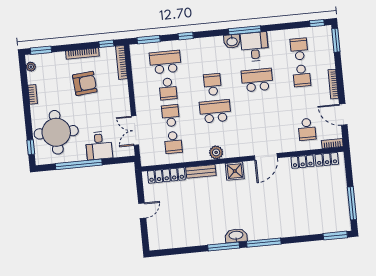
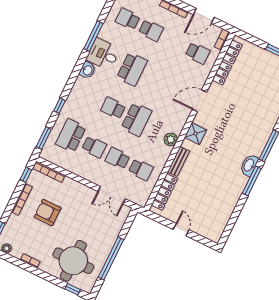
window: (245, 30) -> (93, 36), moved
school desk: (257, 80) -> (132, 69), turned 180
armchair: (85, 83) -> (48, 213), turned -85
school desk: (215, 111) -> (136, 119), turned 180
desk: (99, 146) -> (106, 232), removed
door: (266, 157) -> (199, 101), swing flipped

